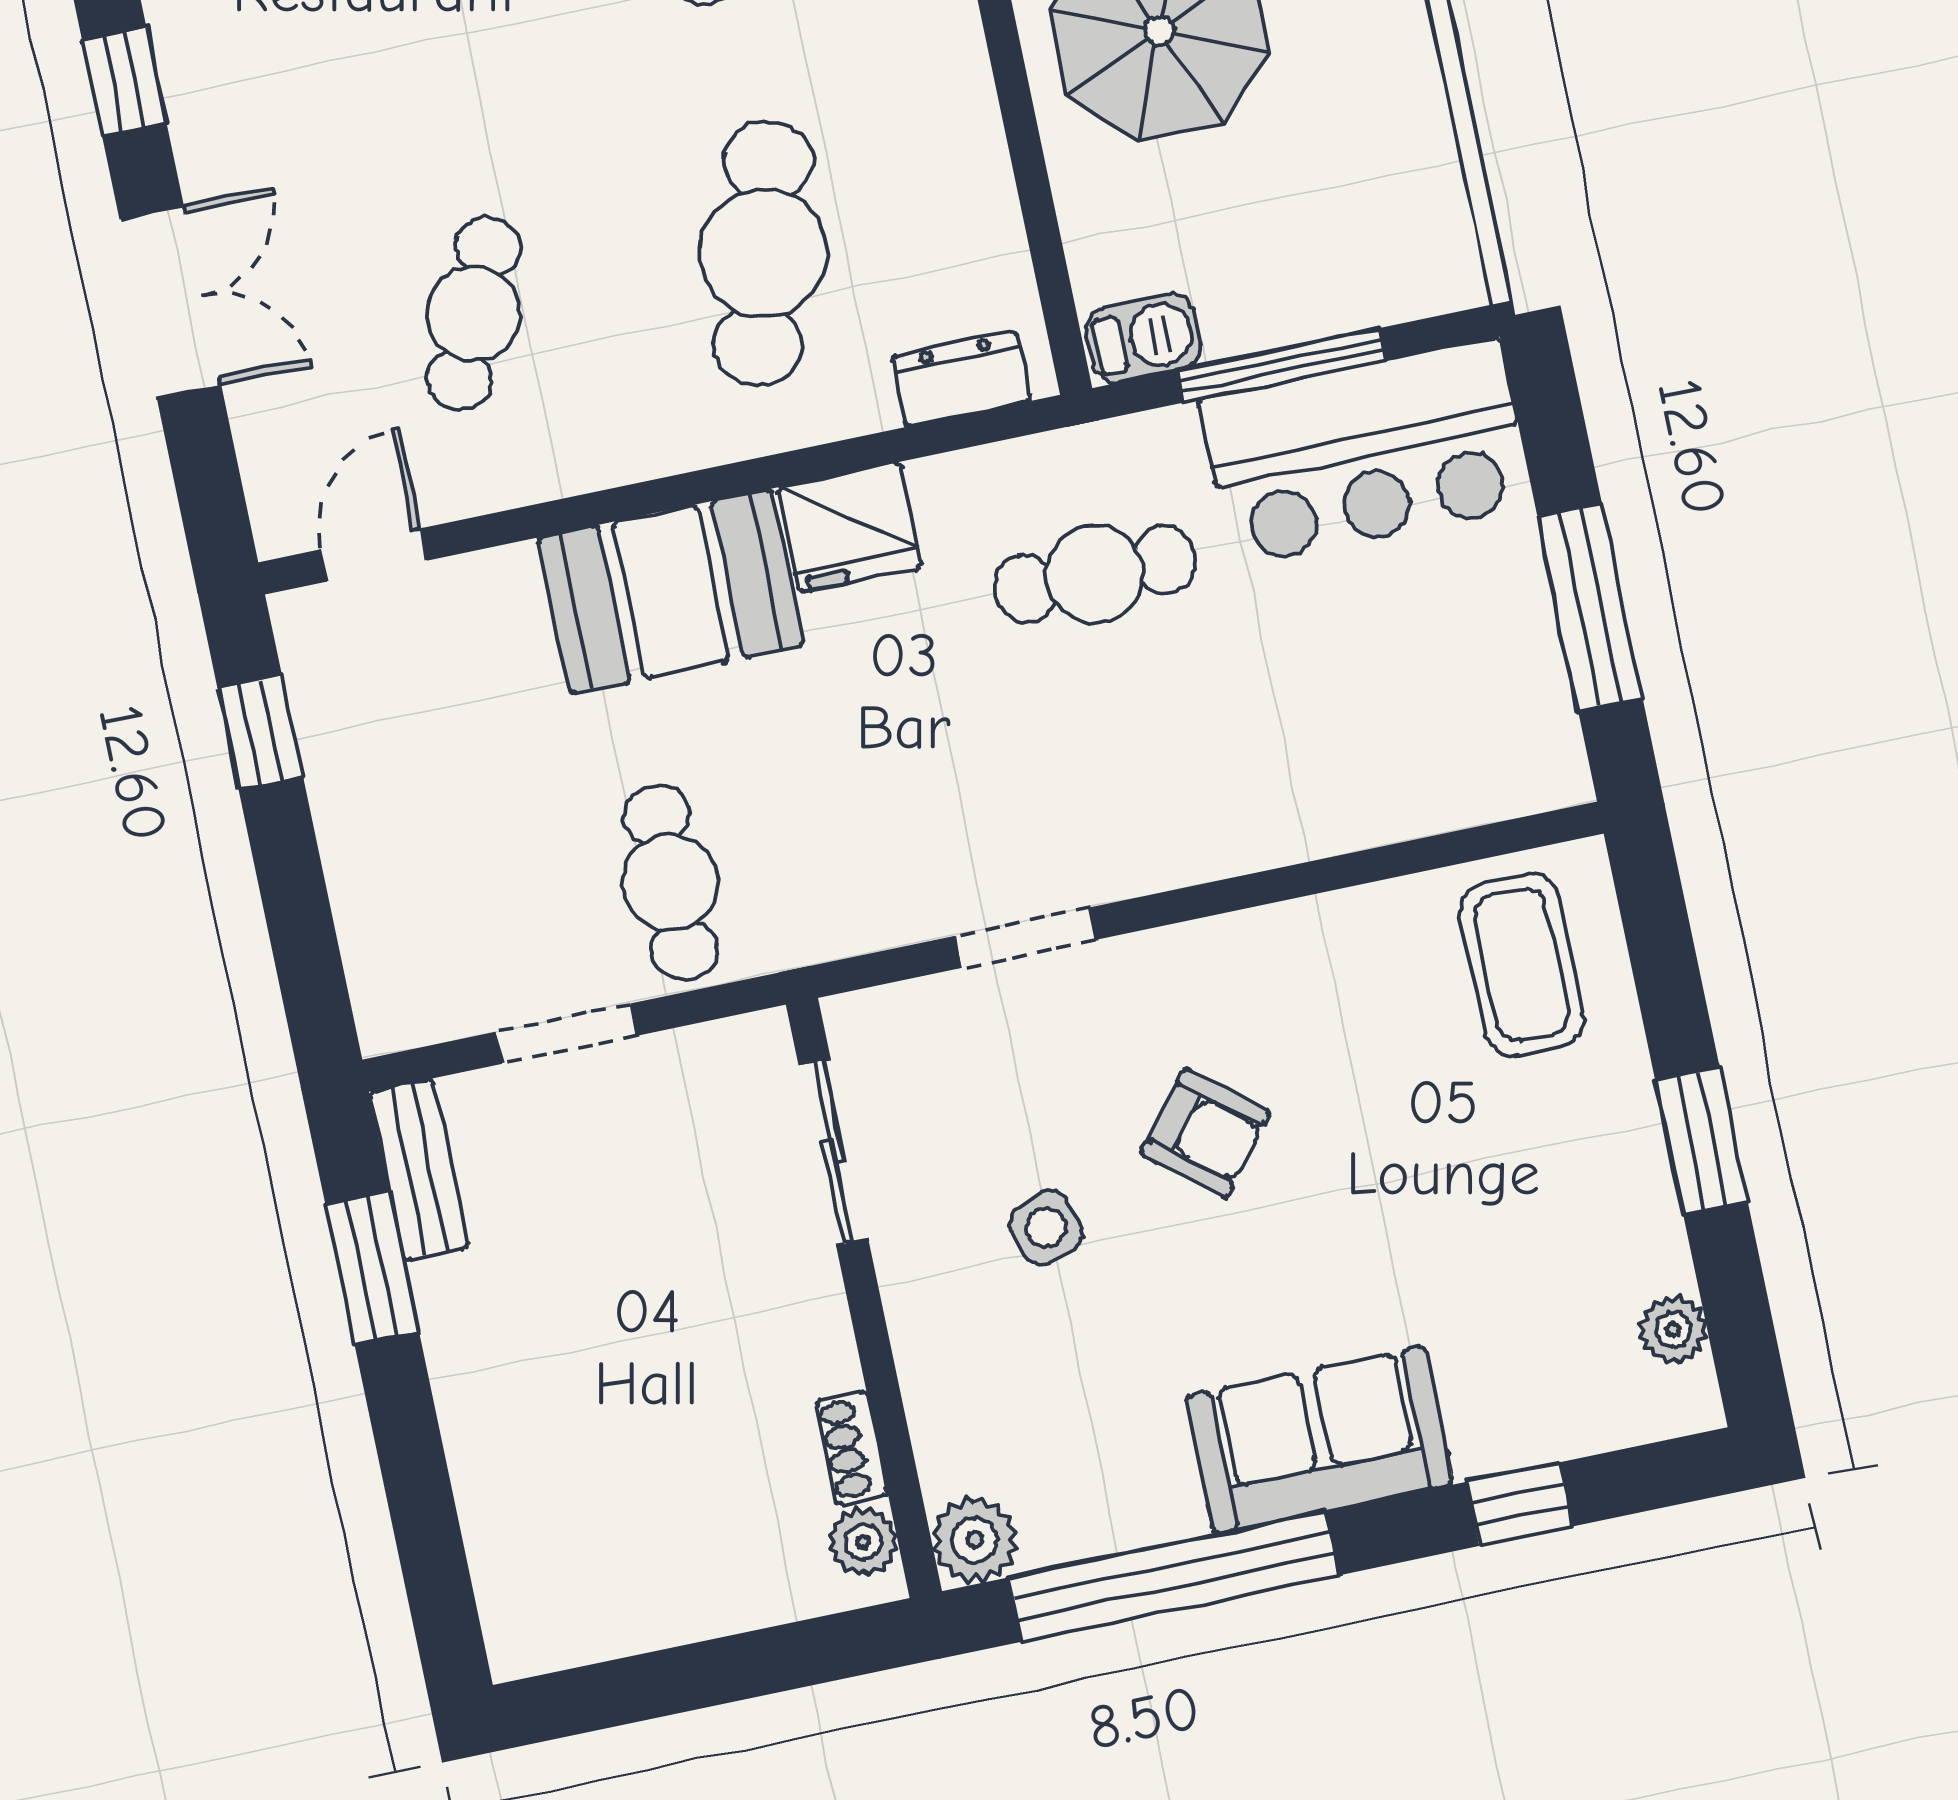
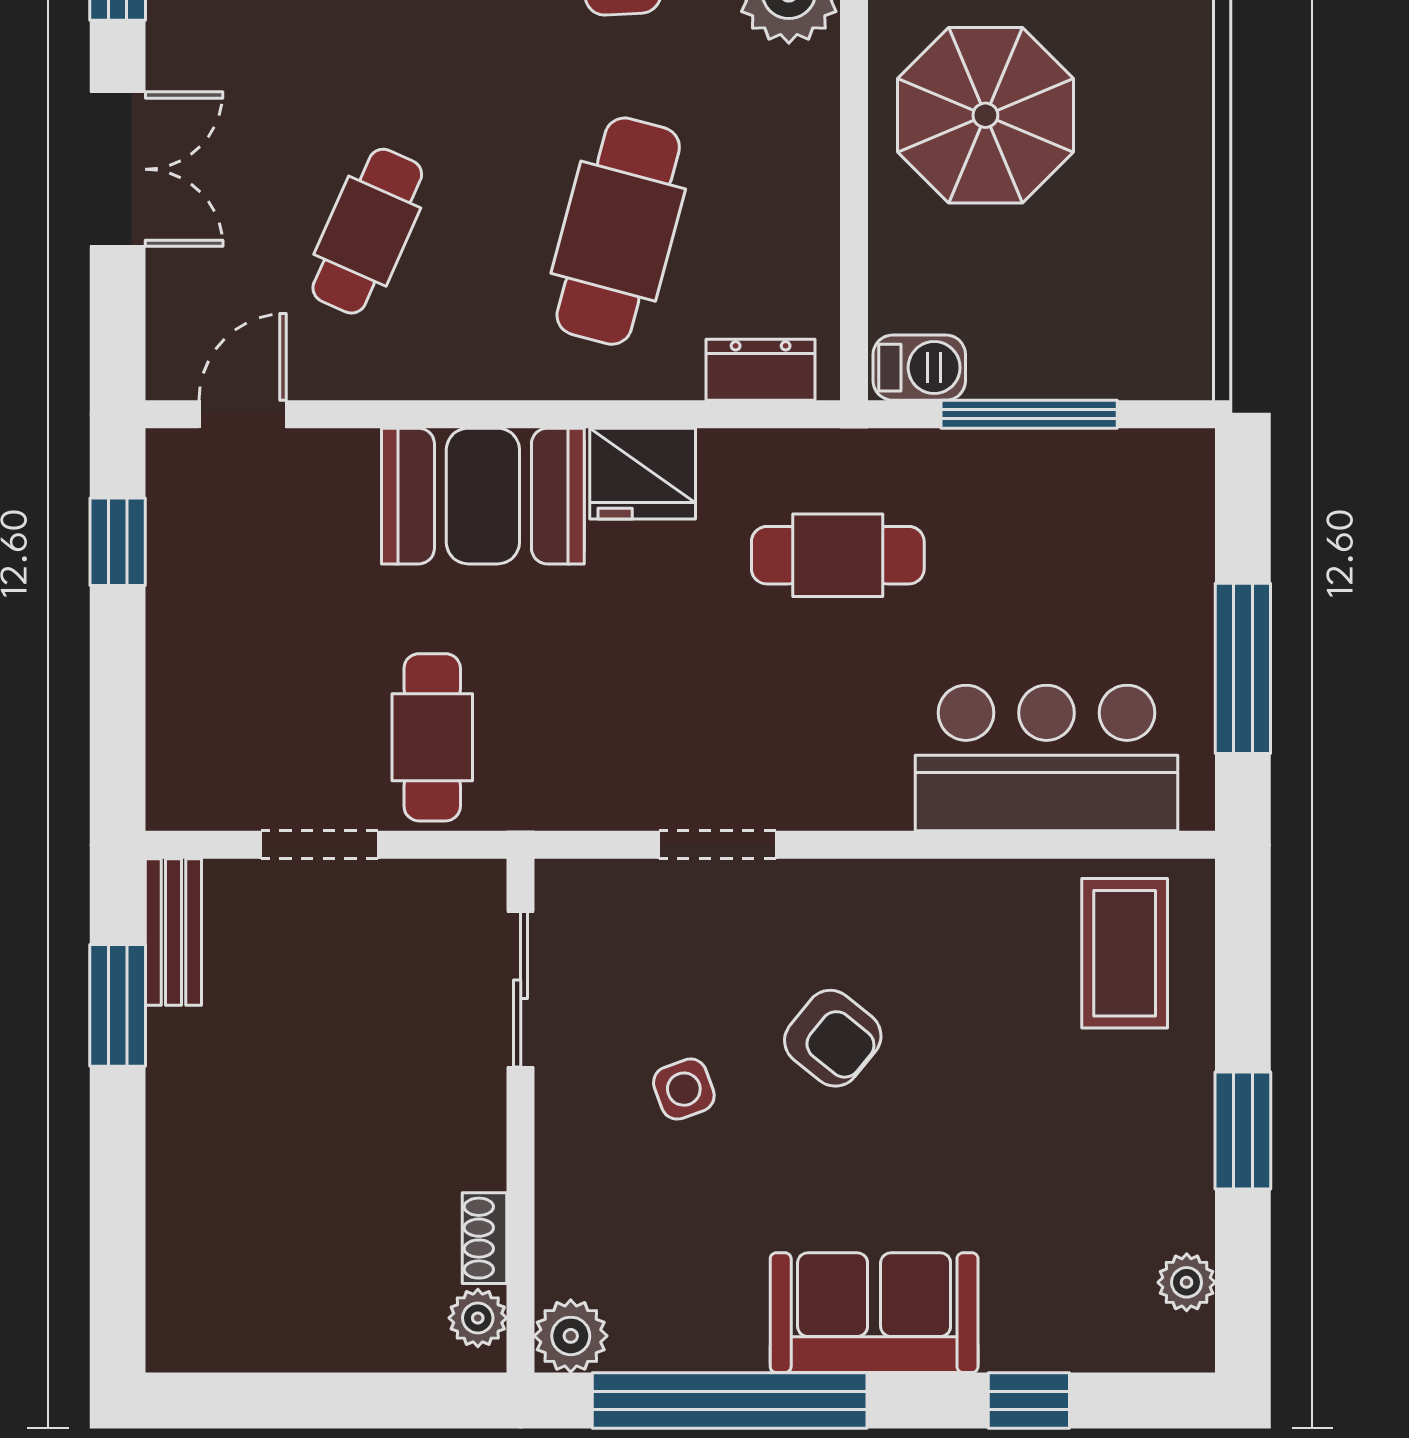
bar counter: (1366, 452) -> (1046, 758), moved, turned 180

